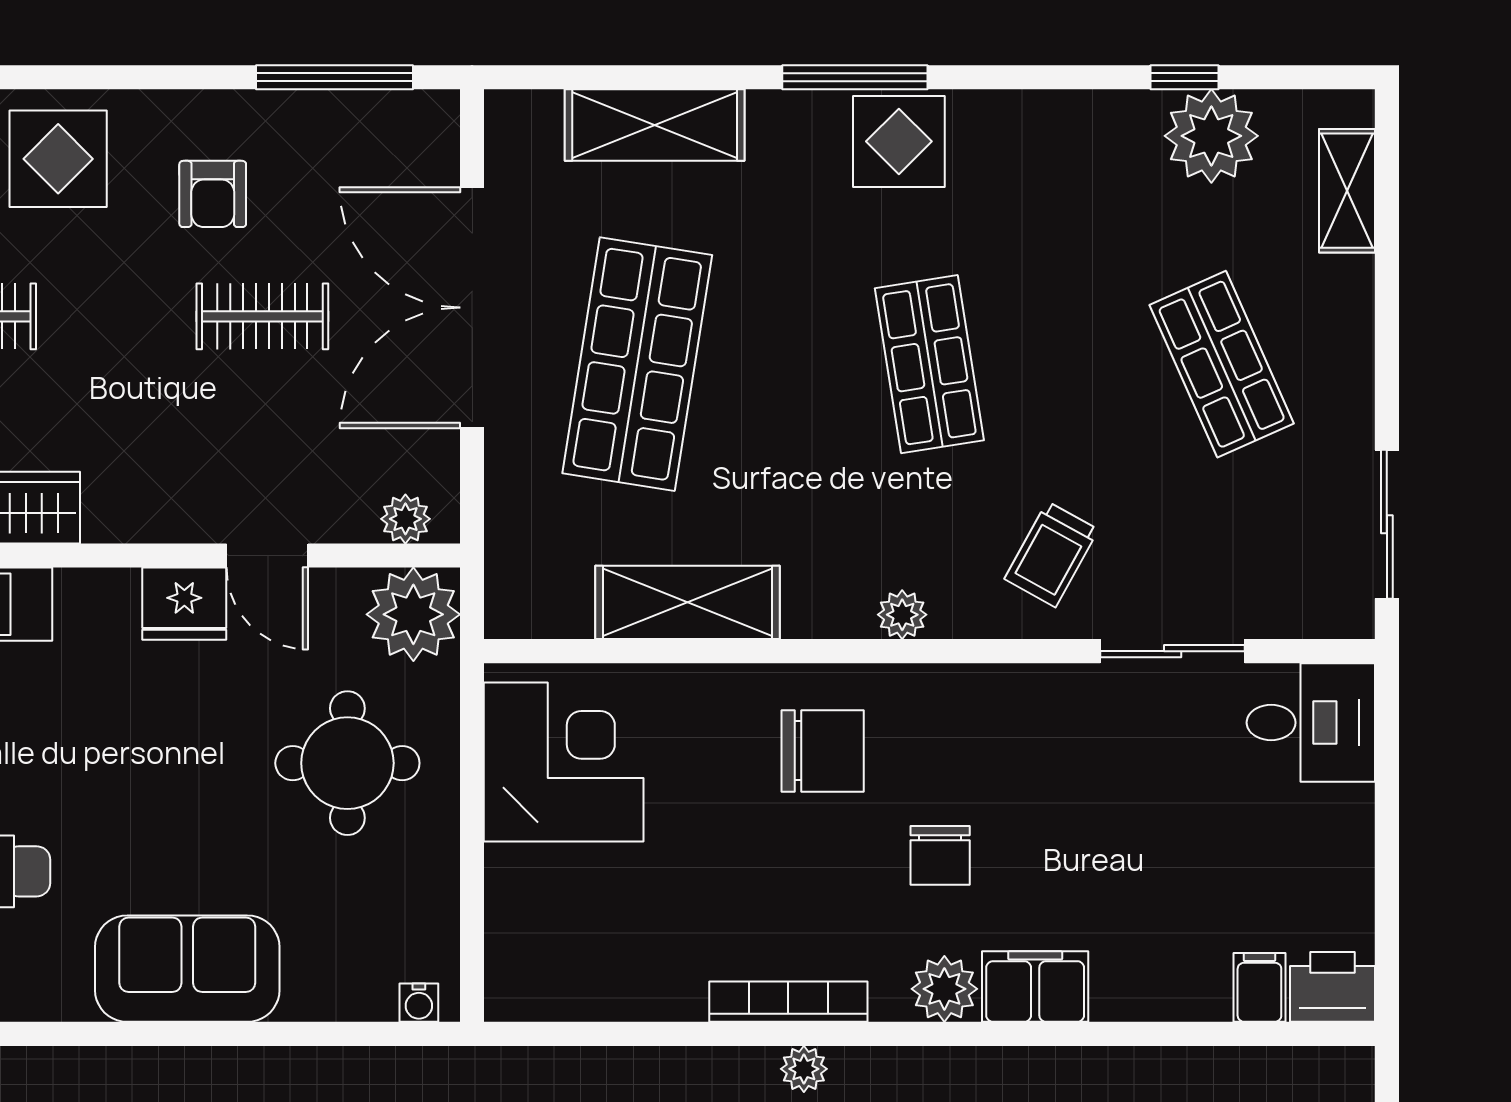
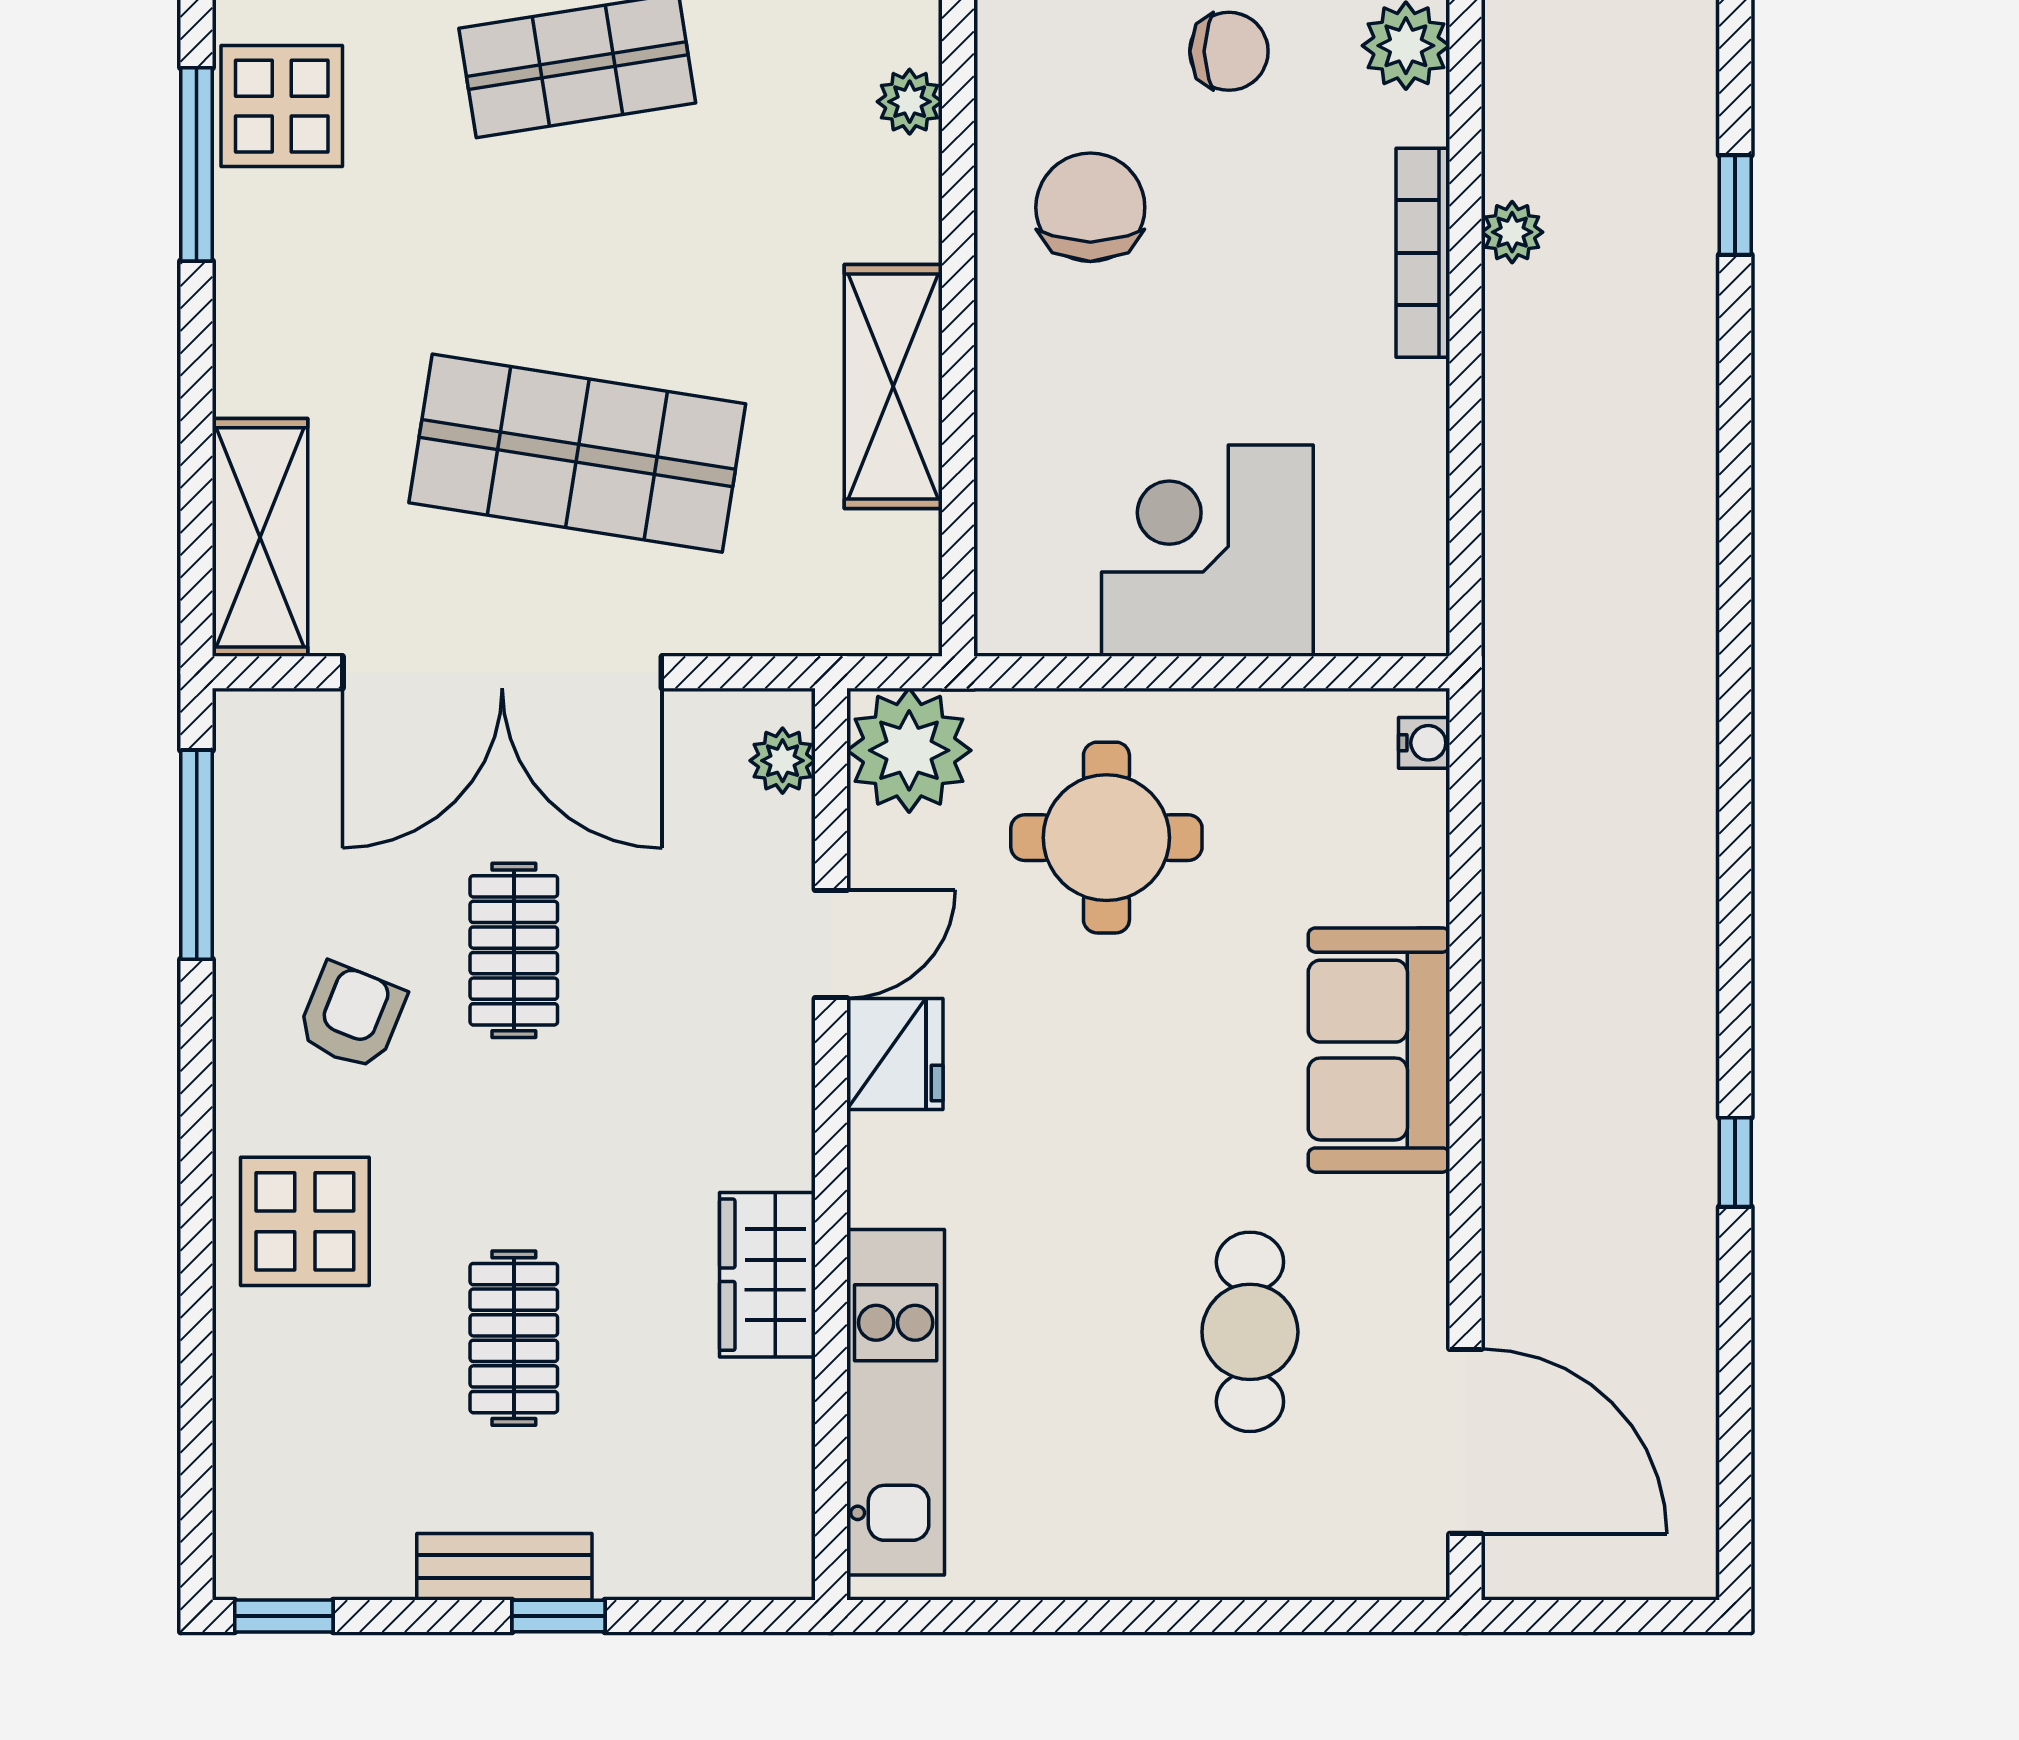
shelving: (655, 125) -> (260, 537), moved
armchair: (213, 194) -> (351, 1016), turned -68
corner desk: (564, 762) -> (1207, 551), moved

